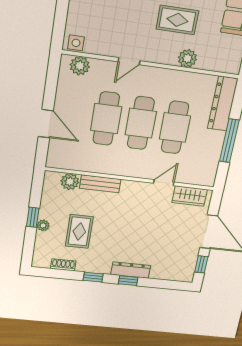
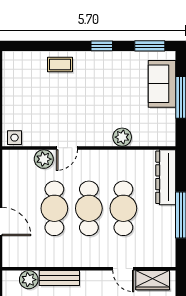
rug: (177, 20) -> (105, 102), removed
plant: (80, 66) -> (44, 159), moved
door: (164, 183) -> (123, 269), swing flipped

